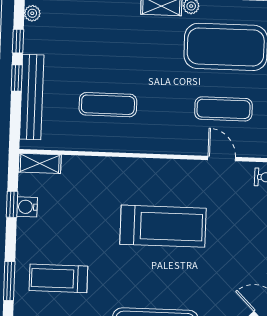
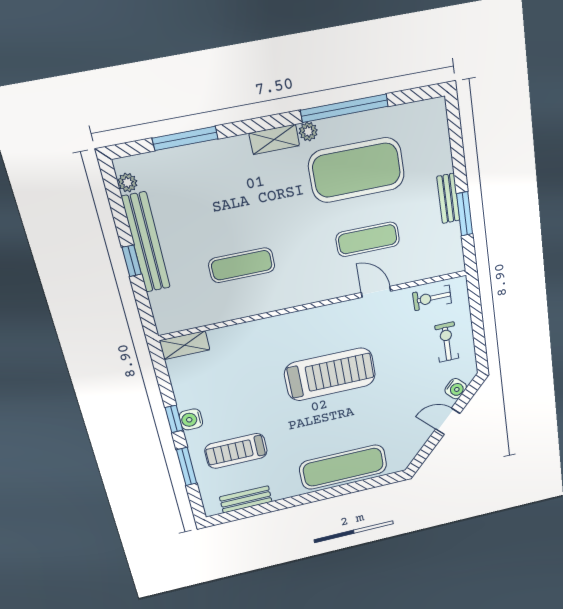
window: (18, 41) -> (121, 219), removed
bench: (32, 97) -> (146, 243), moved
window: (12, 204) -> (174, 419), moved
water cooler: (27, 207) -> (191, 419), moved

